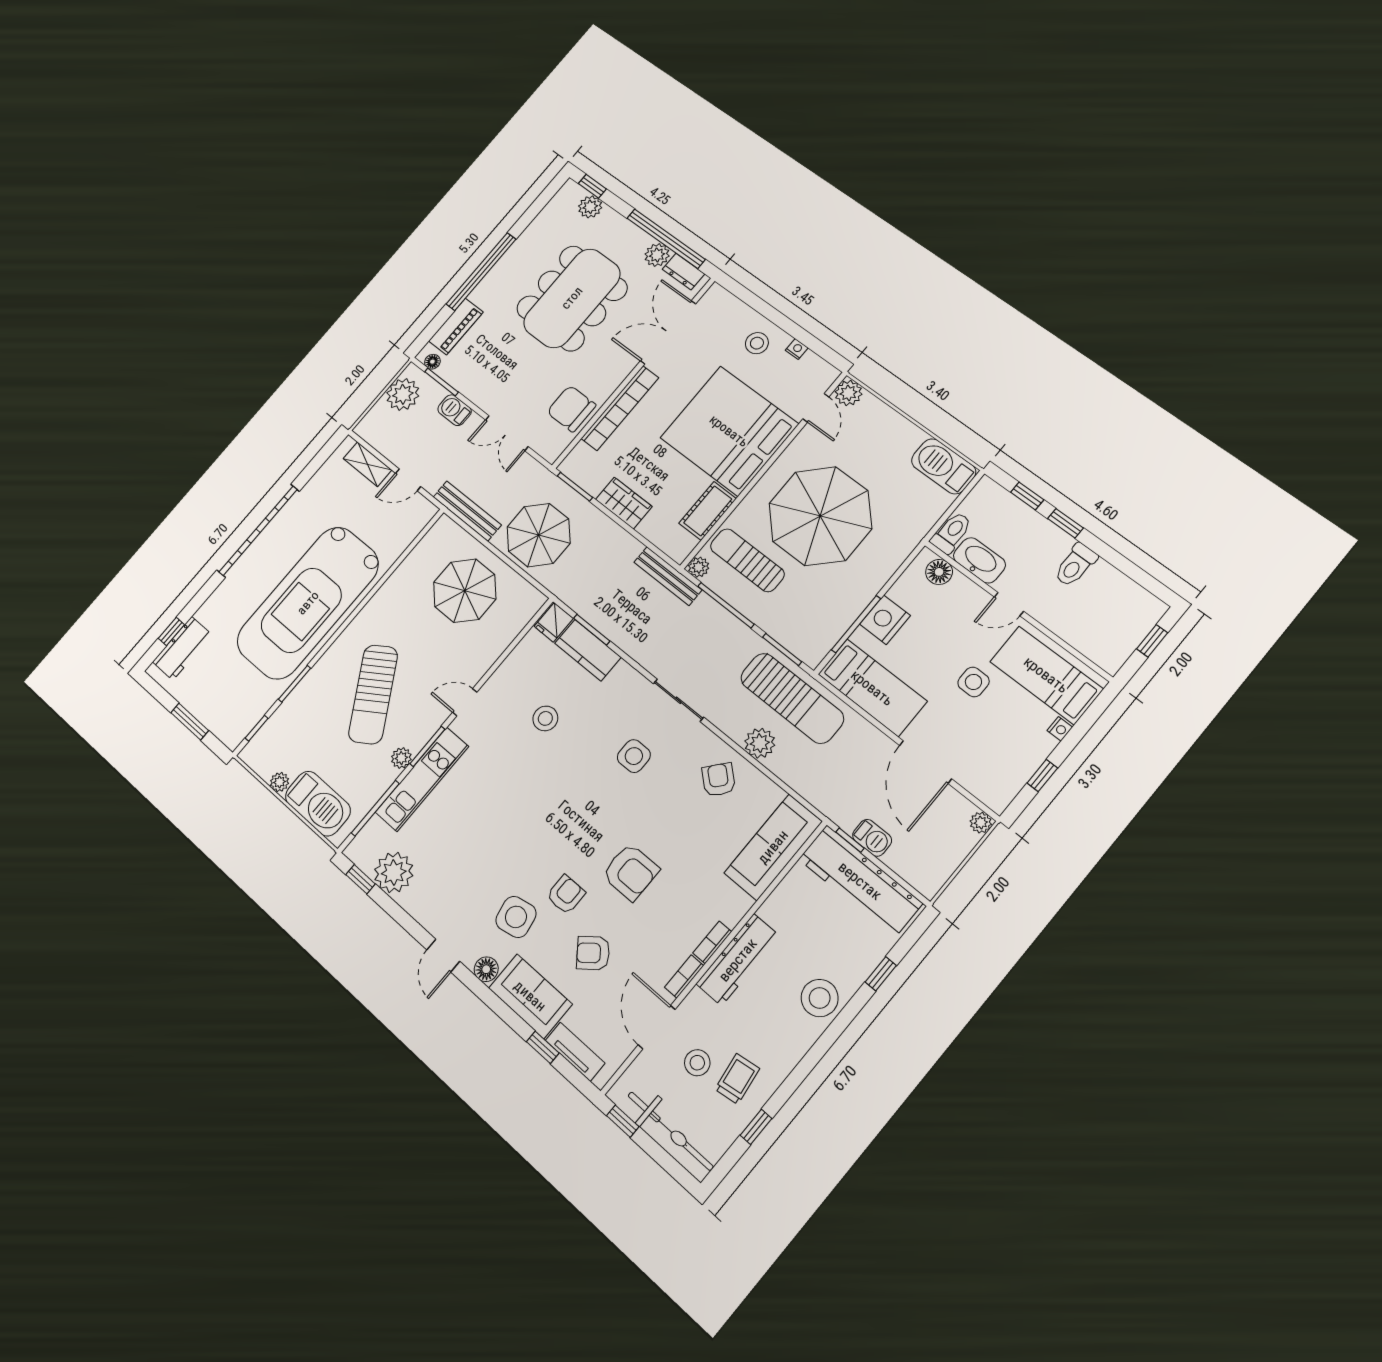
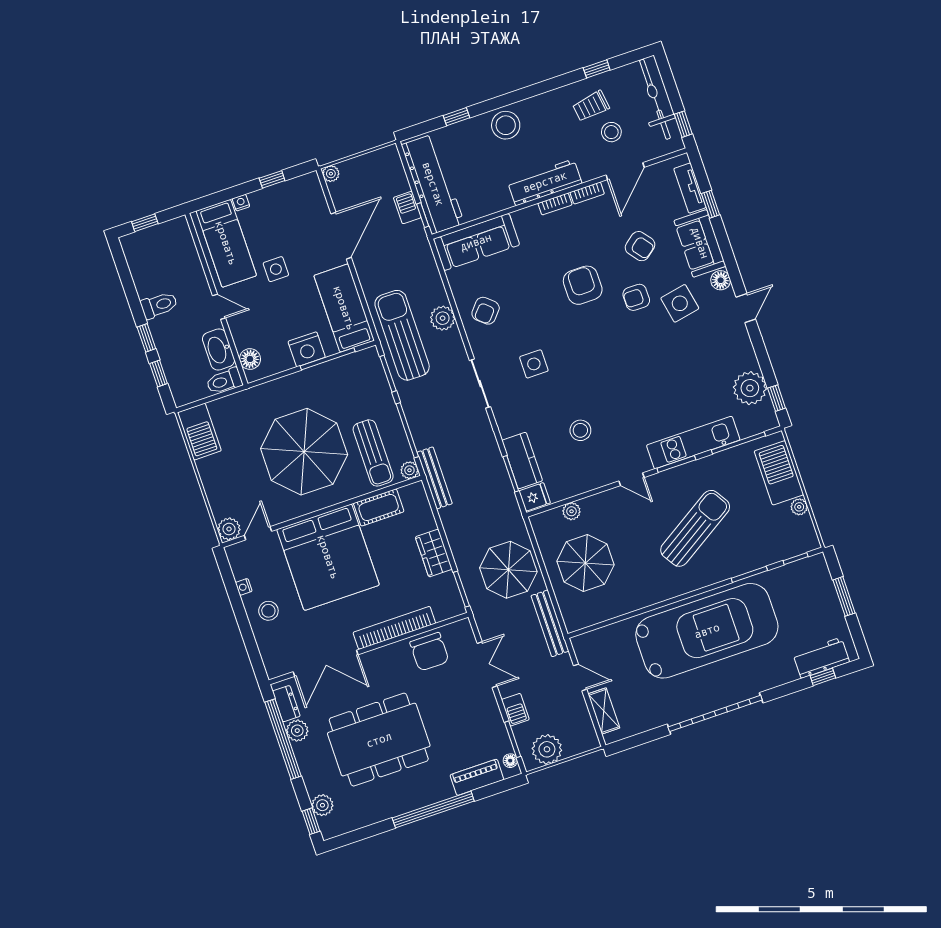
plant: (401, 758) -> (572, 511), moved

